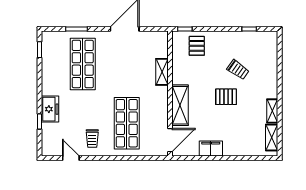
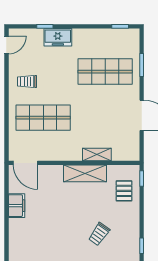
pallet: (197, 46) -> (124, 191), turned 90
pallet: (226, 97) -> (71, 222), removed
shelving: (180, 105) -> (85, 173), moved
door: (71, 158) -> (6, 45), moved

